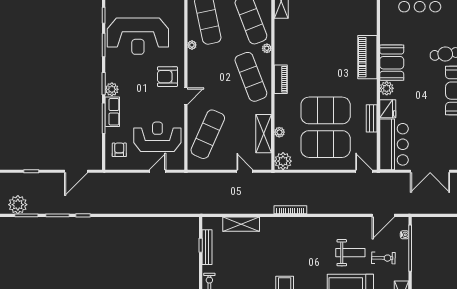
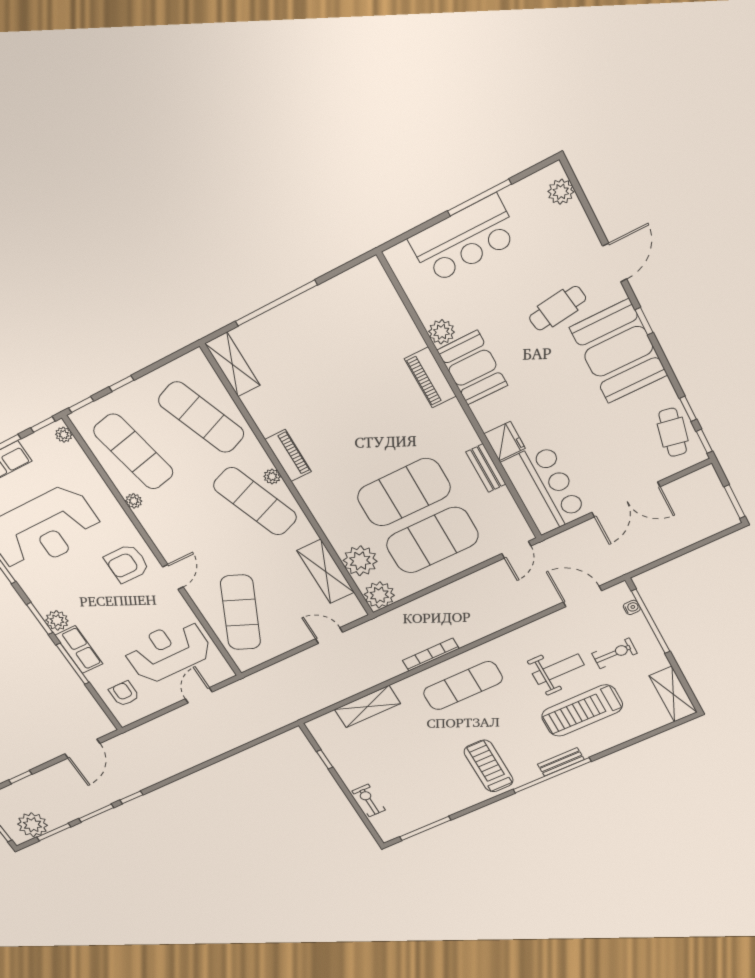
plant: (267, 48) -> (272, 477), moved
piano: (367, 57) -> (430, 377), width x0.73, depth x0.75
piano: (281, 79) -> (288, 456), moved
plant: (387, 88) -> (441, 332), moved
plant: (279, 132) -> (360, 561), width x1.88, depth x1.88
door: (364, 171) -> (516, 550), swing flipped
door: (383, 215) -> (582, 596), swing flipped
exercise mat: (297, 237) -> (463, 686), added
bench: (207, 247) -> (335, 757), removed

